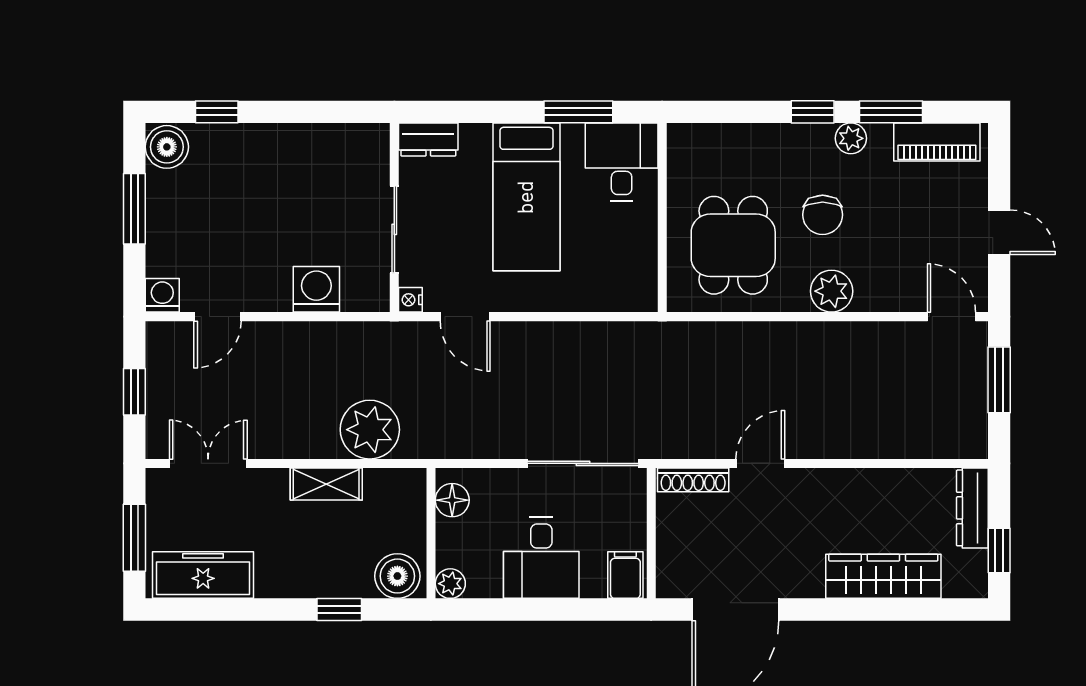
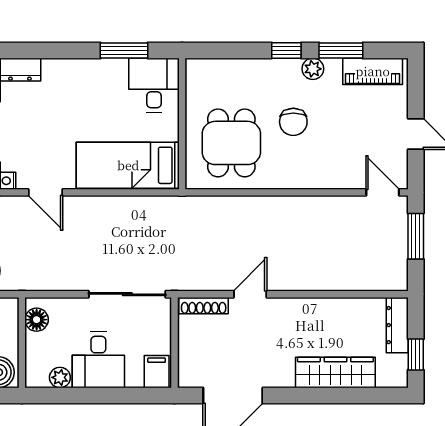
bed: (526, 197) -> (128, 165), moved, turned 90
plant: (832, 291) -> (299, 175), removed
plant: (450, 584) -> (60, 377), moved

